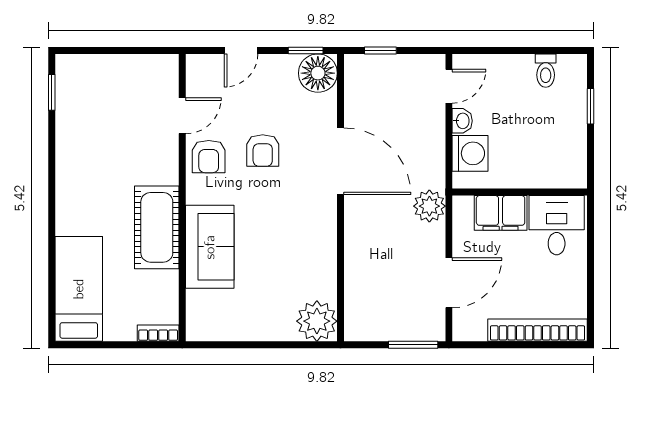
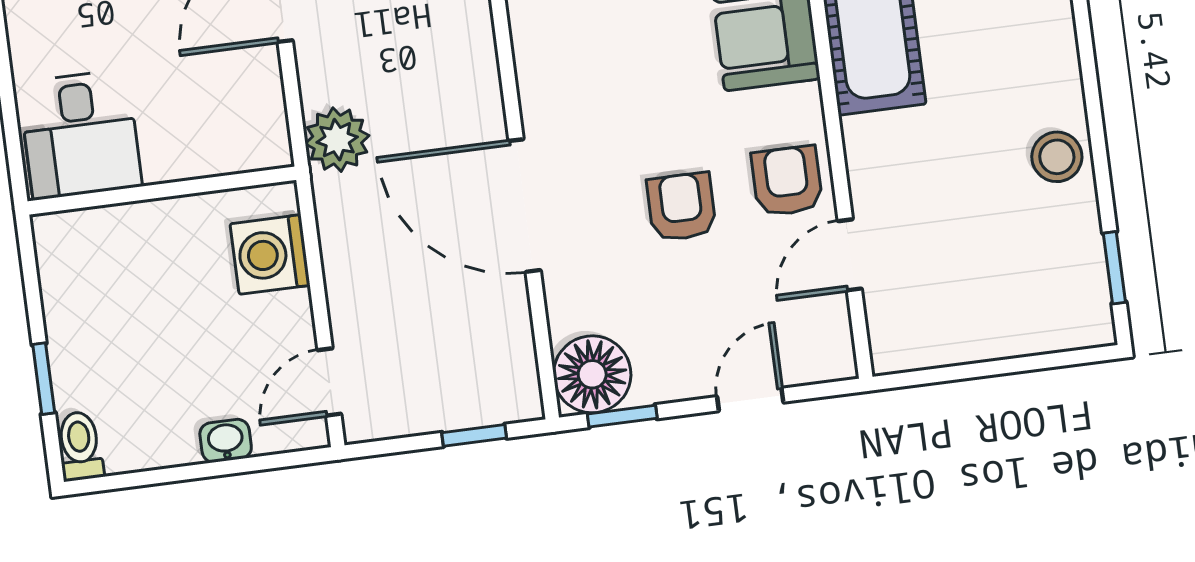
toilet: (546, 71) -> (80, 446), moved
washbasin: (462, 121) -> (226, 441), moved, turned 90
stool: (73, 151) -> (1057, 157), added
filing cabinet: (501, 213) -> (194, 144), removed

